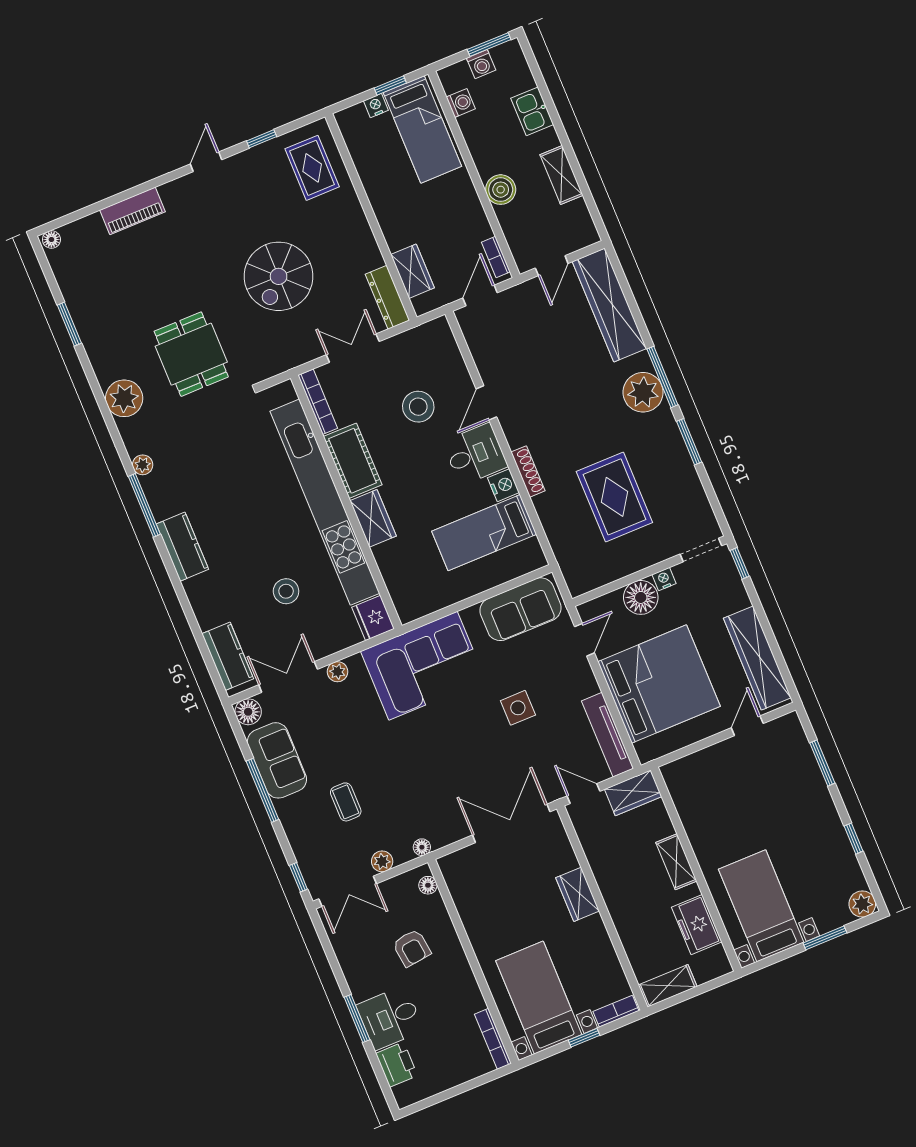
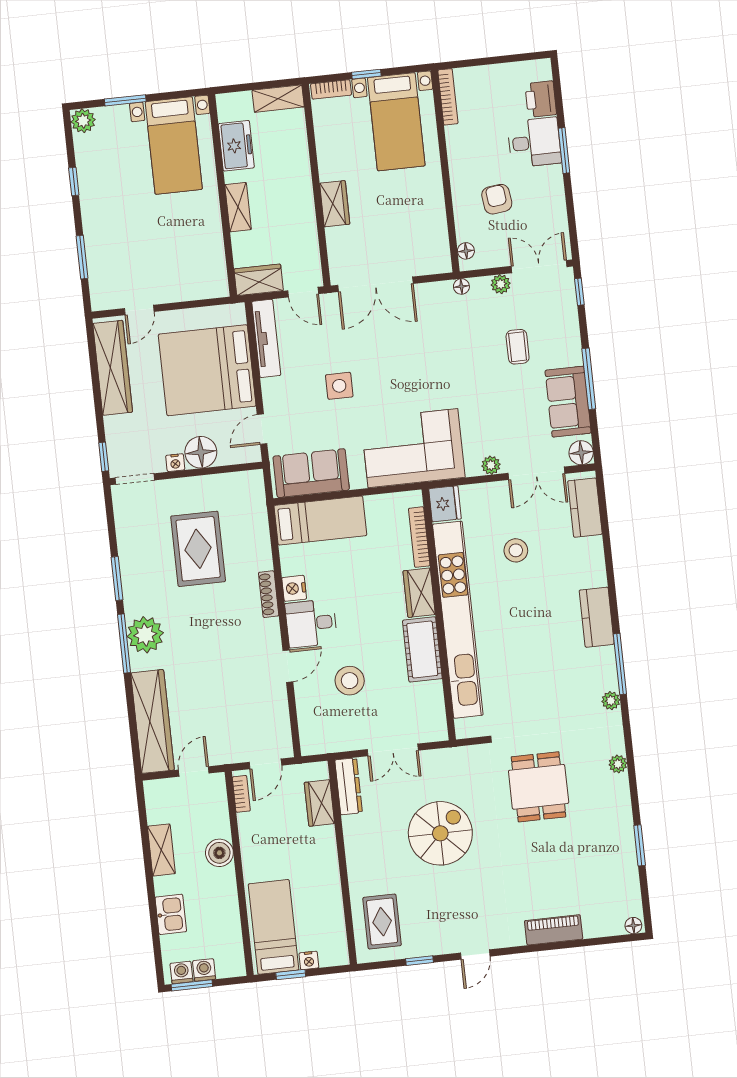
washing machine: (461, 103) -> (181, 972), moved, turned 90
plant: (124, 398) -> (618, 764), width x0.53, depth x0.53
bookcase: (318, 402) -> (419, 537), moved
bed: (484, 533) -> (320, 520), moved

